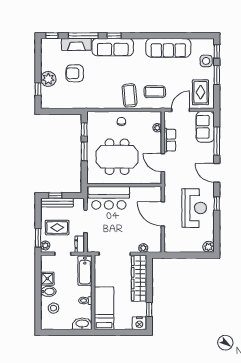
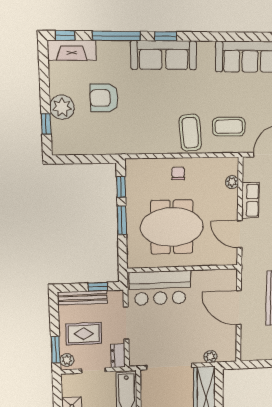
fireplace: (76, 44) -> (72, 50), moved
window: (55, 195) -> (98, 287), moved

